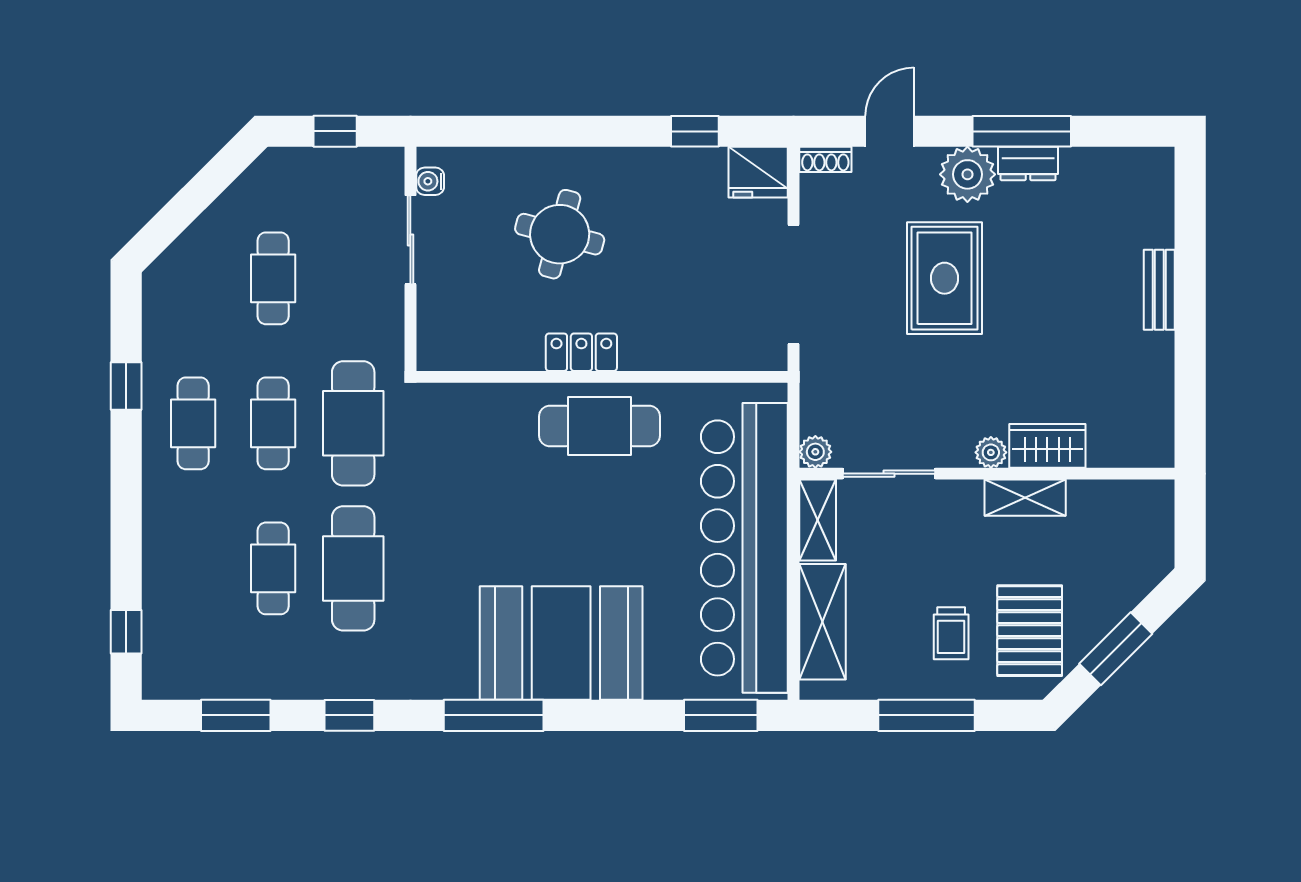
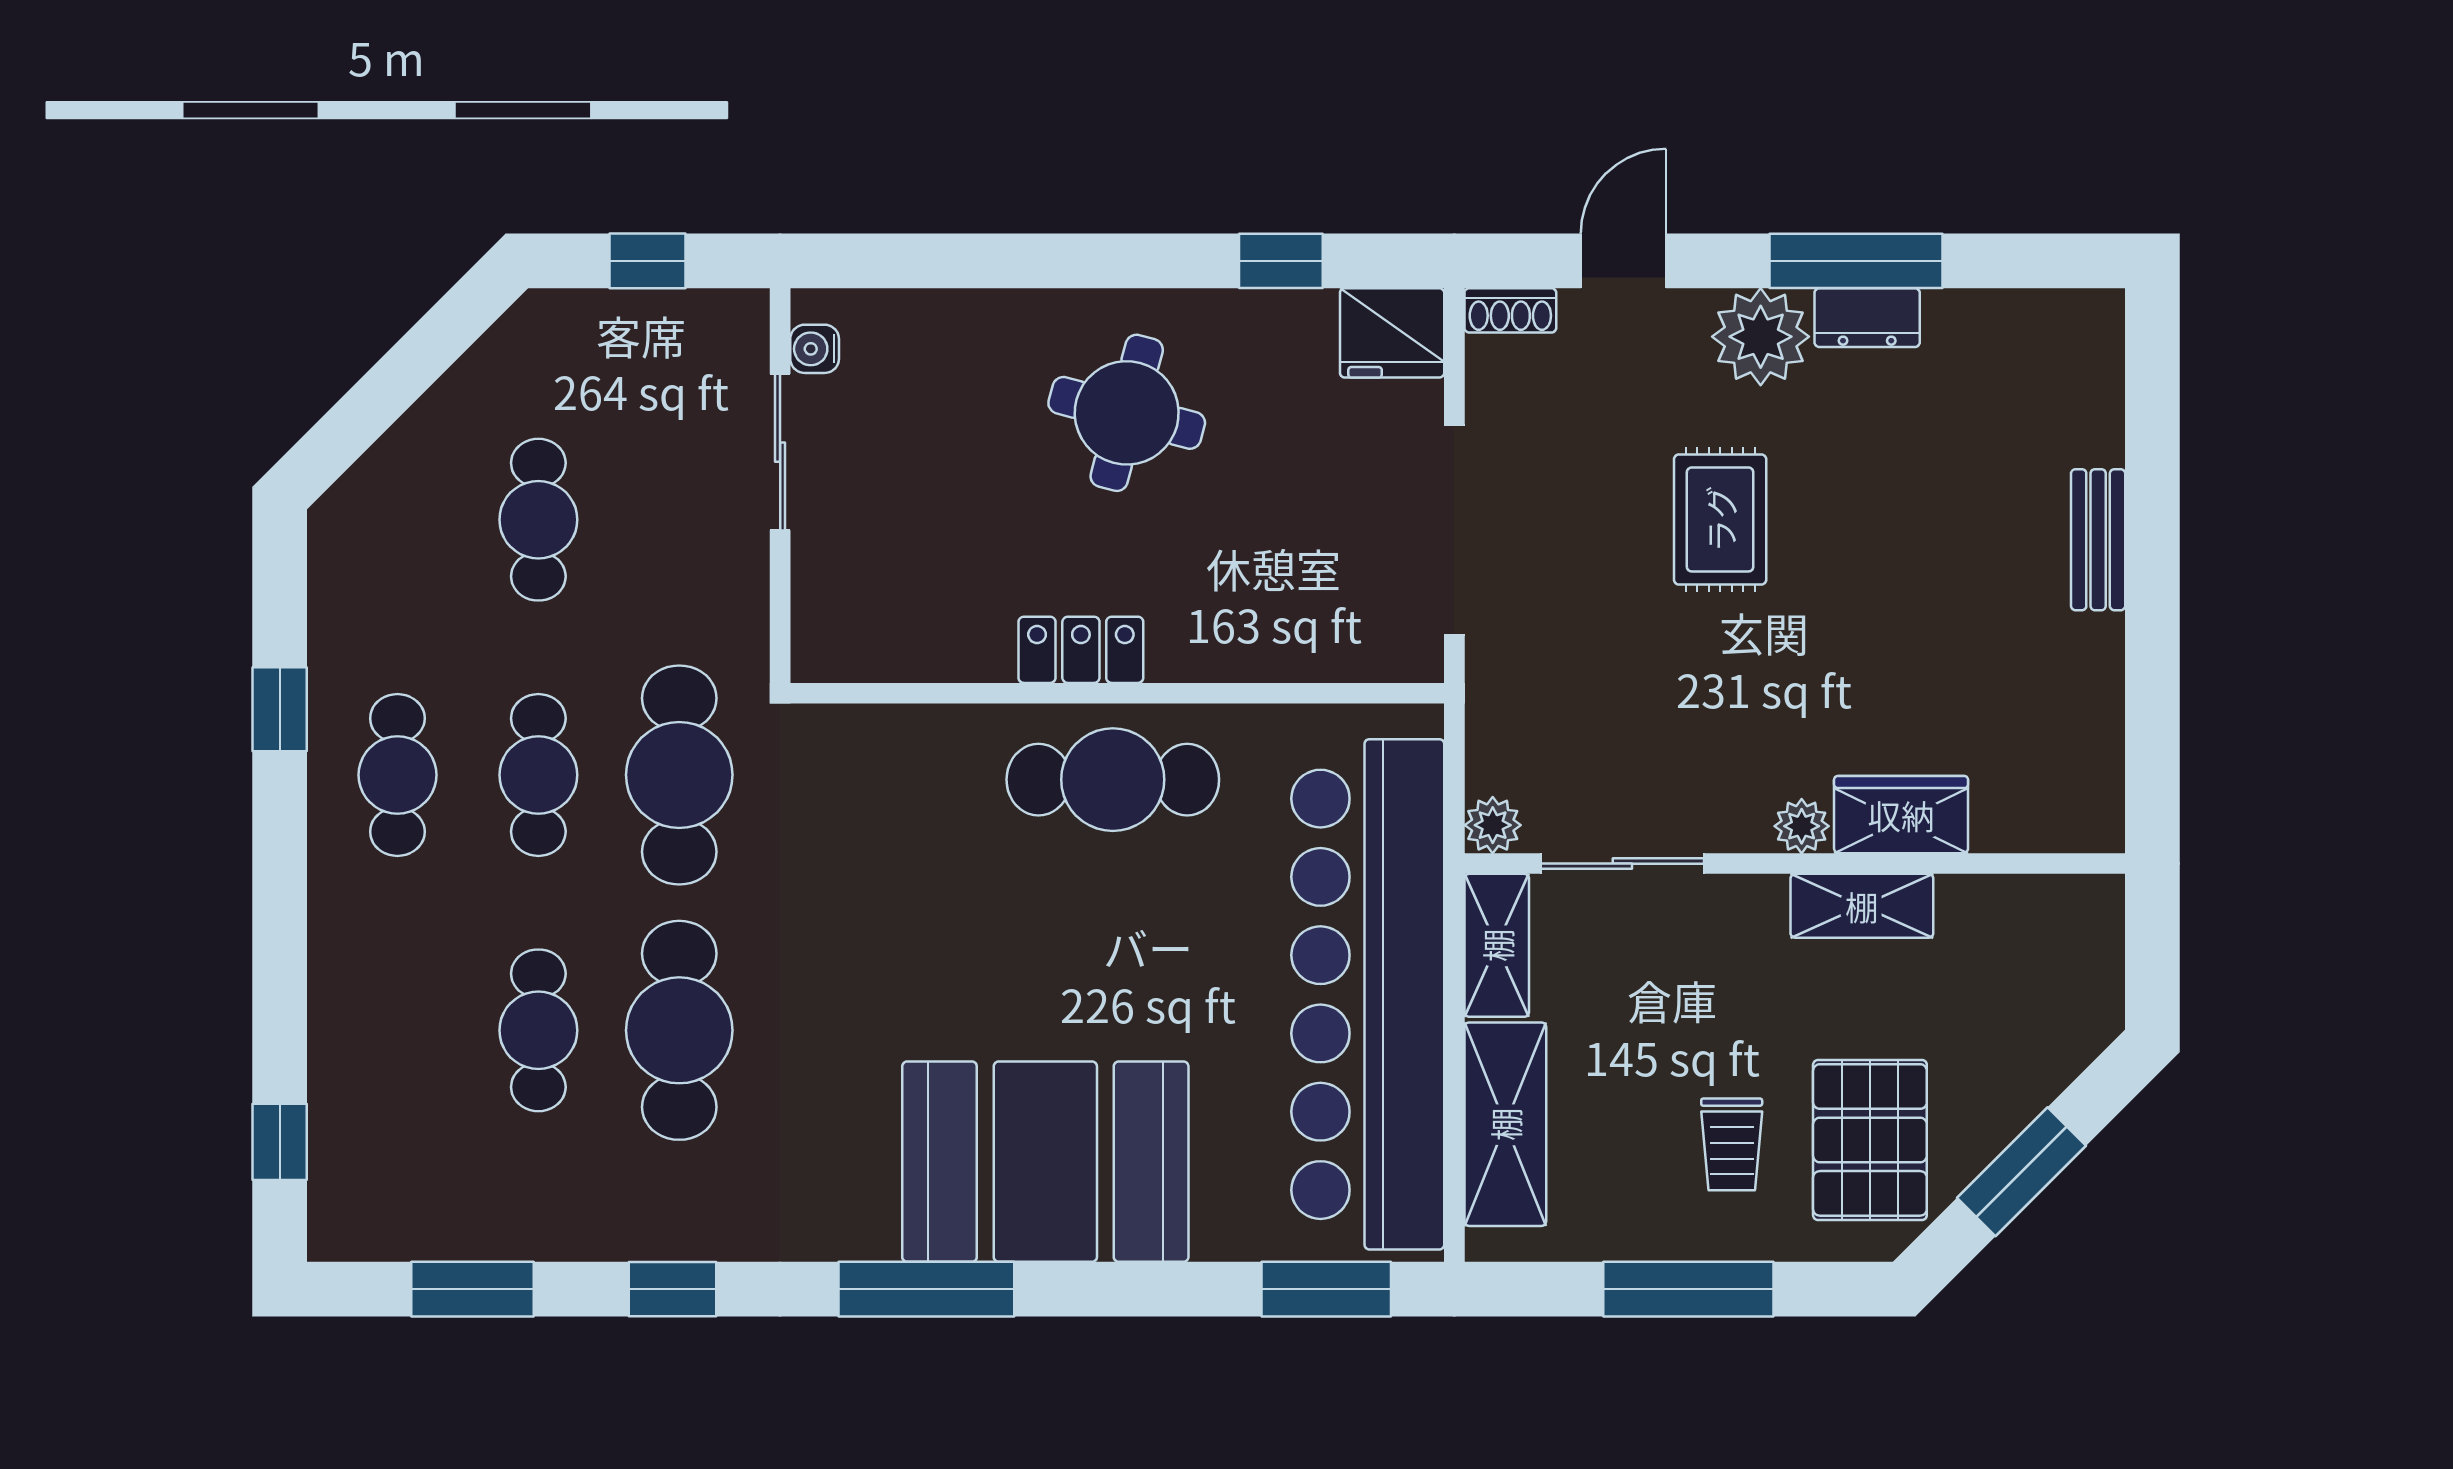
round table: (560, 234) -> (1127, 413), moved
rug: (945, 278) -> (1720, 519), width x0.73, depth x0.70

